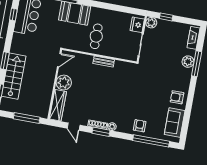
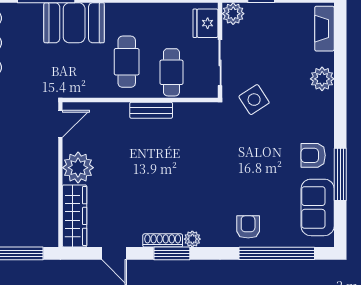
cafe table: (117, 45) -> (171, 72), added
window: (197, 64) -> (340, 174), moved
side table: (154, 66) -> (254, 100), added

